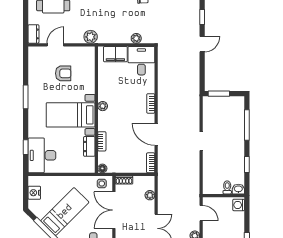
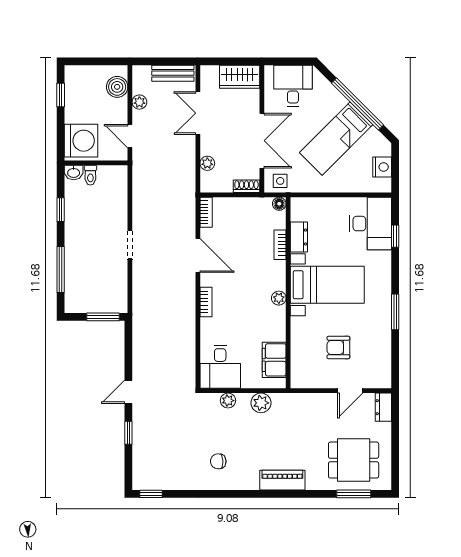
plant: (91, 37) -> (261, 403), moved
filing cabinet: (115, 54) -> (274, 360), moved, turned -90
washing machine: (239, 205) -> (81, 141), width x1.89, depth x1.89

